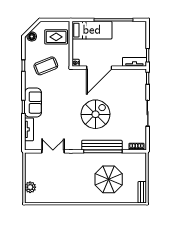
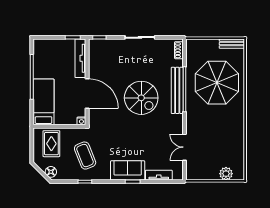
tv unit: (134, 62) -> (80, 58), width x1.41
spiral stairs: (95, 114) -> (141, 98), turned 180
parasol: (109, 179) -> (217, 83), width x1.36, depth x1.36

